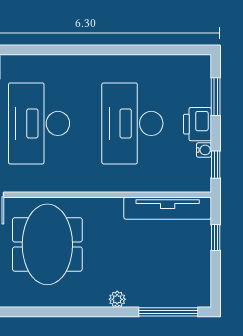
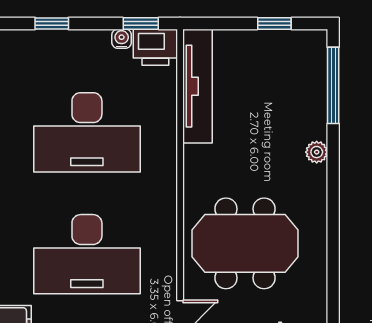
window: (216, 97) -> (52, 24), width x0.67
printer: (197, 124) -> (155, 47), moved
window: (216, 238) -> (274, 24), moved

